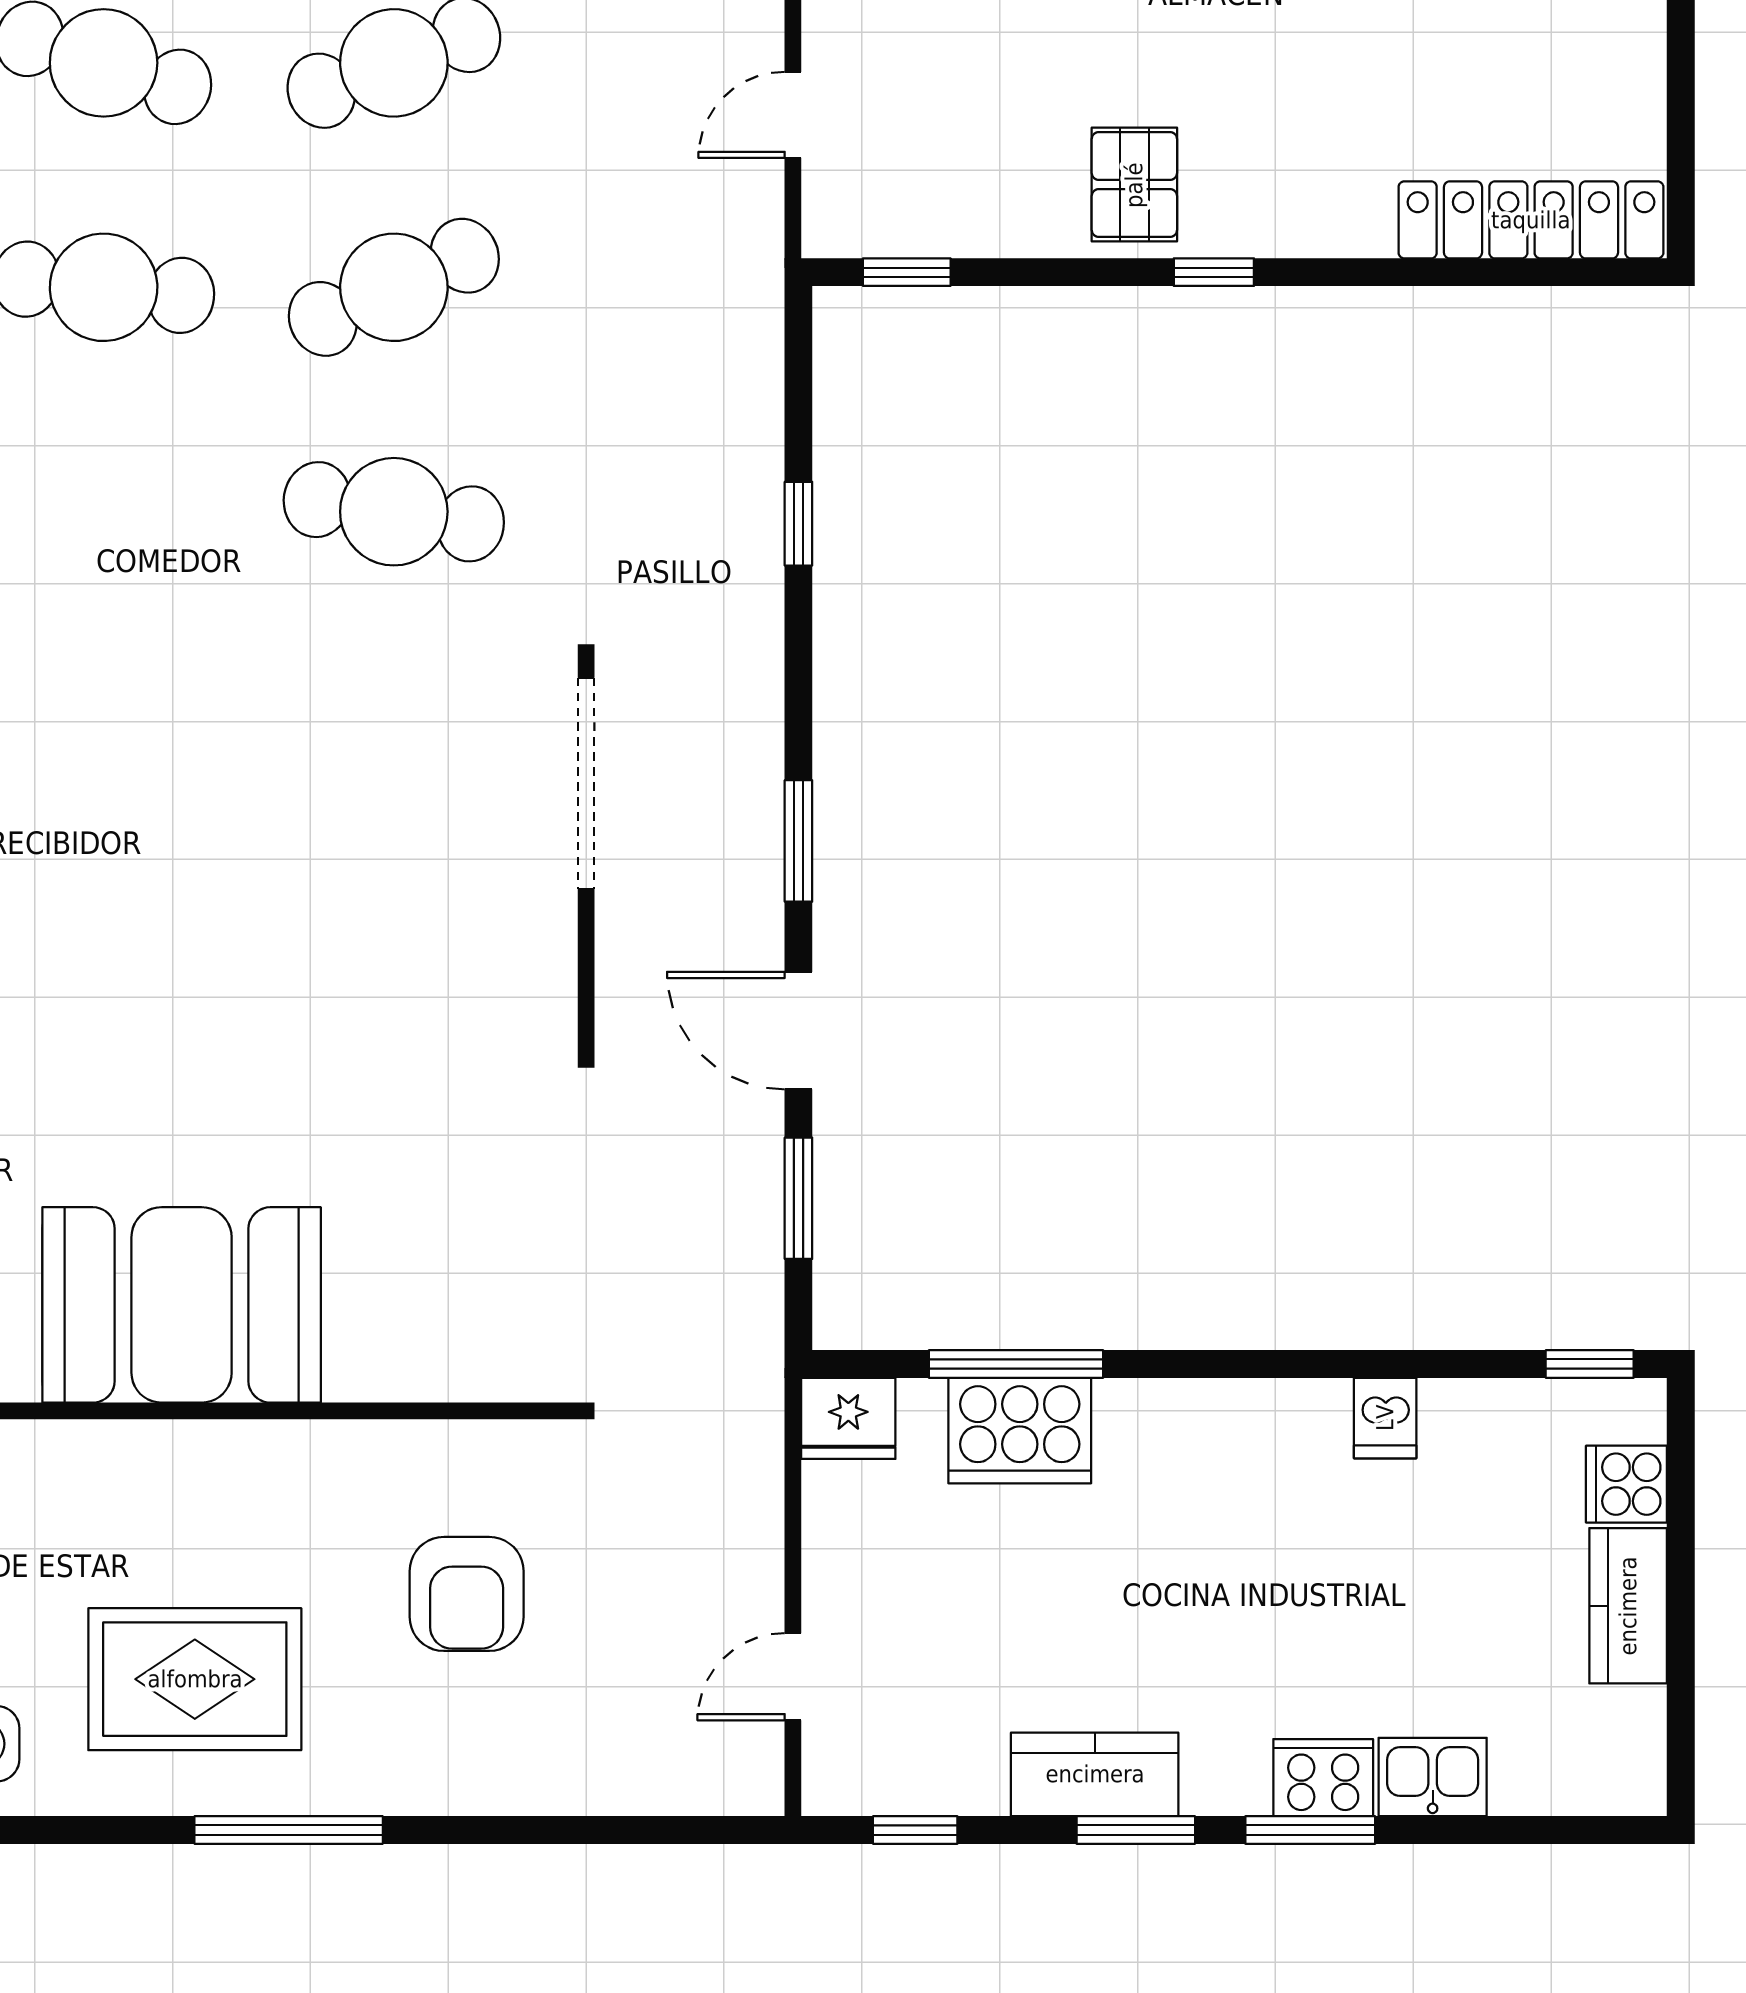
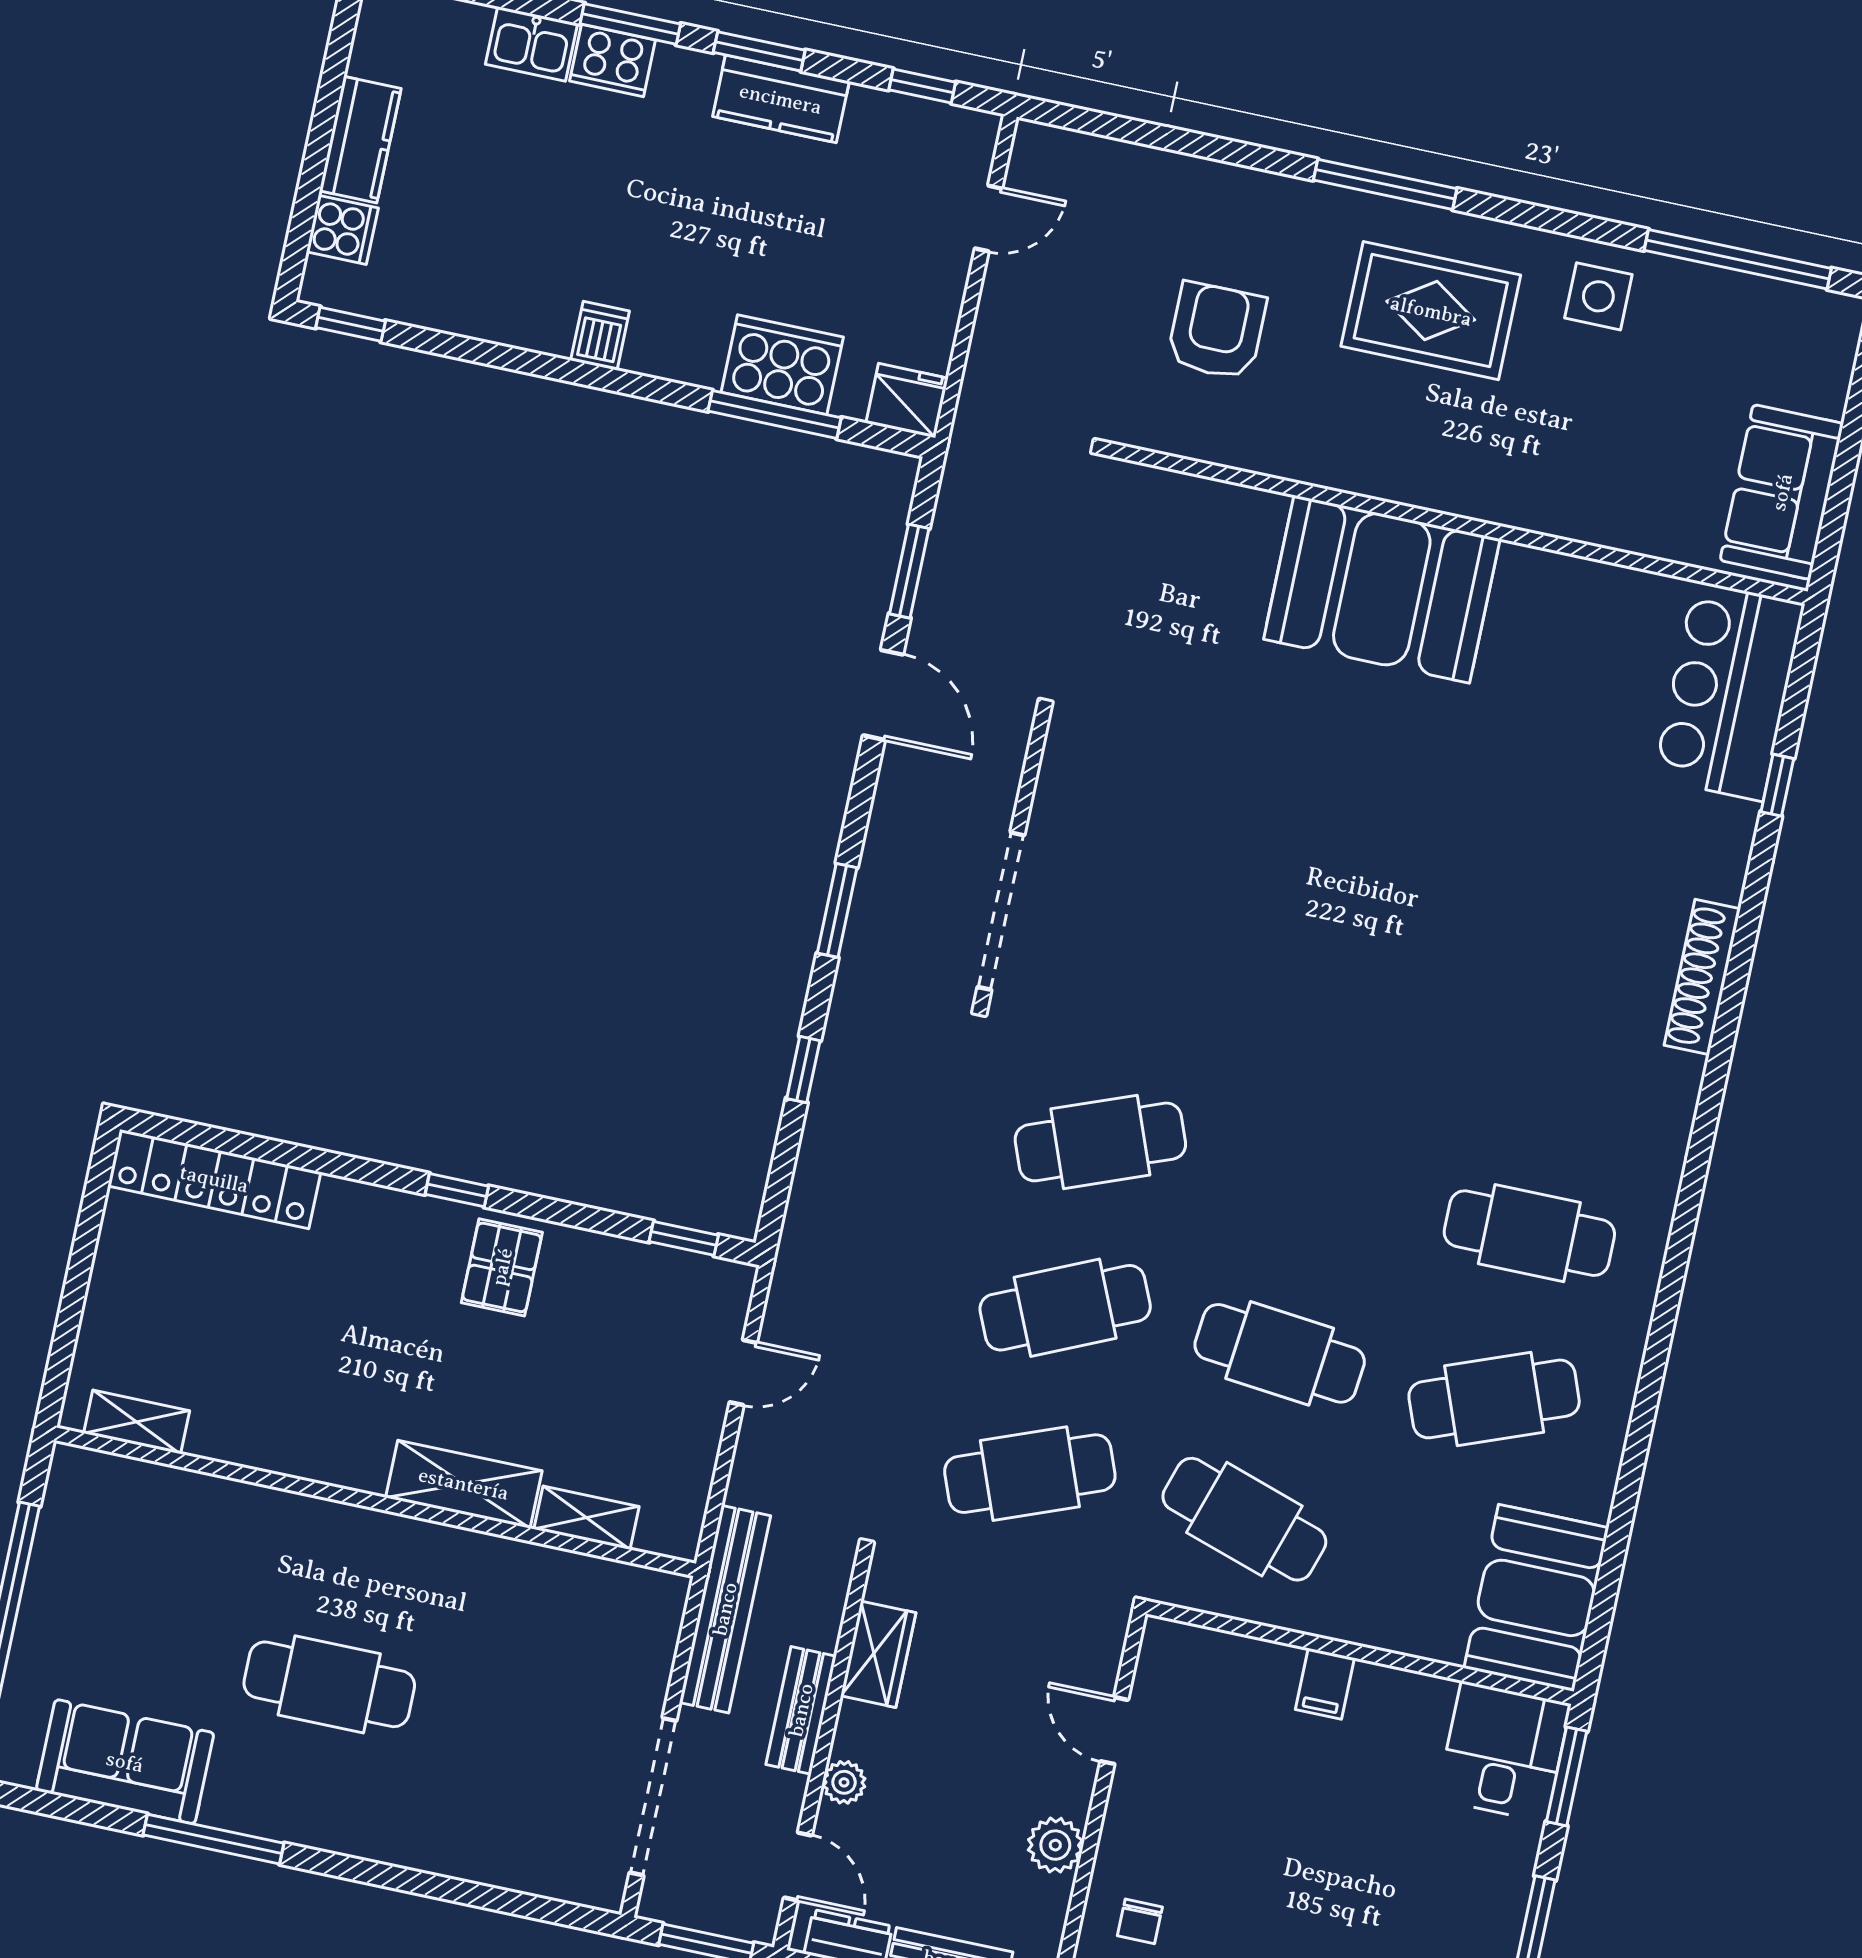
cafe table: (394, 512) -> (1100, 1142), turned -30
window: (798, 841) -> (837, 910), moved
dishwasher: (1385, 1418) -> (600, 336), moved

